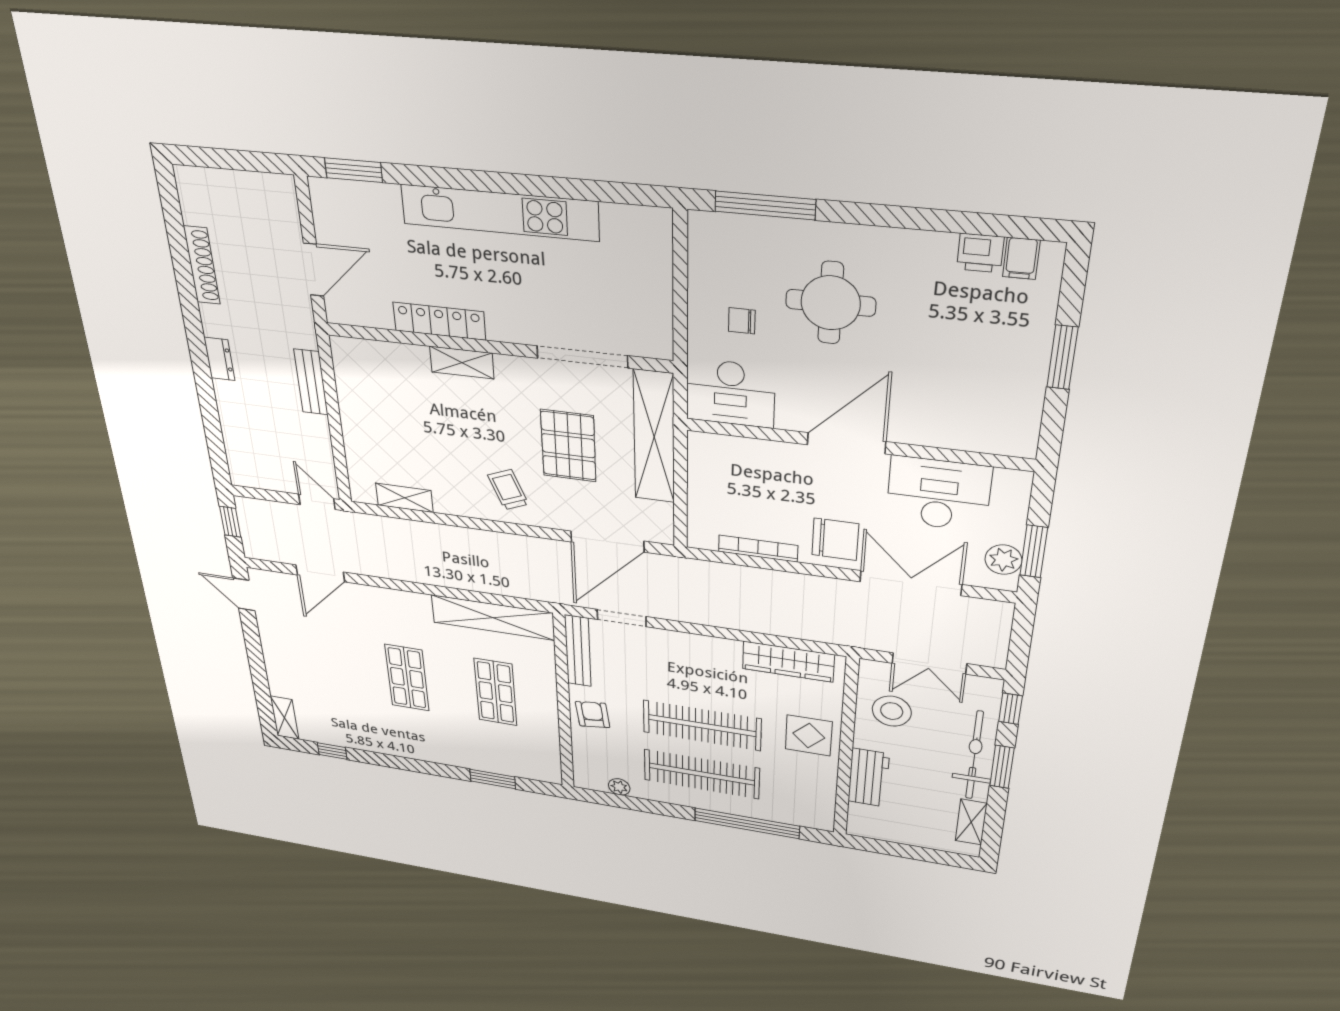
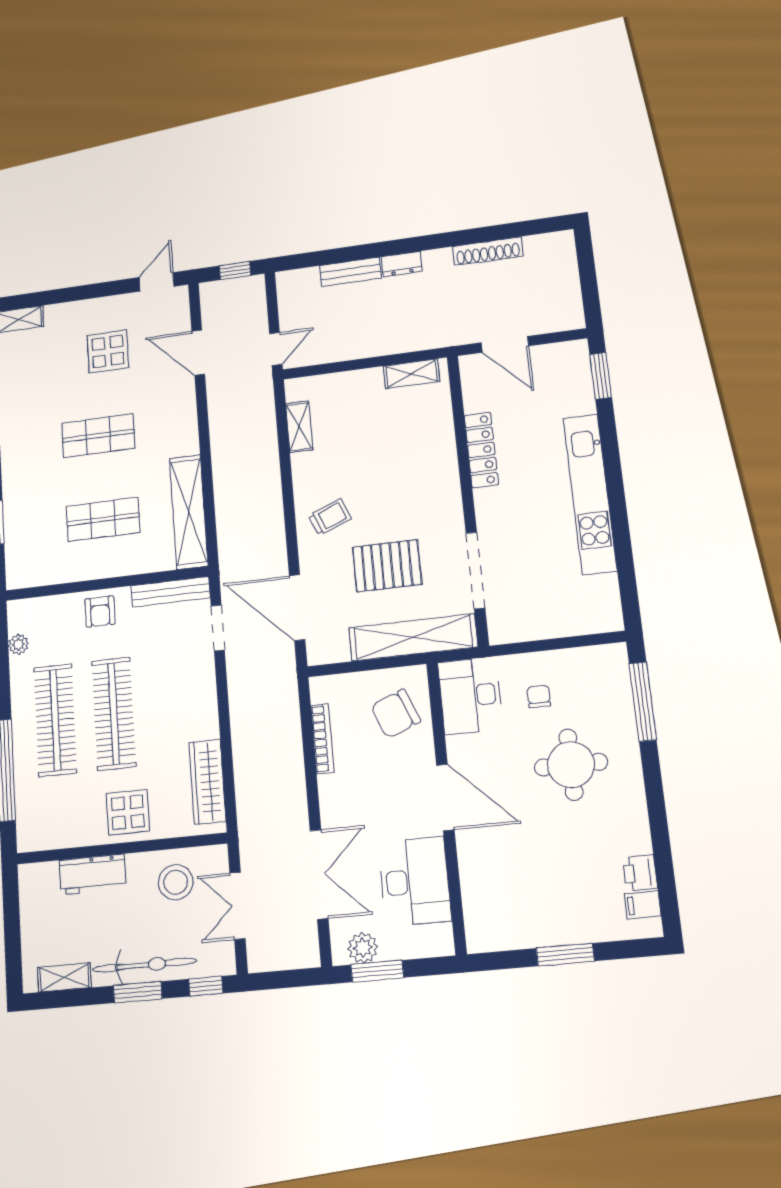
shelving: (462, 363) -> (411, 374), moved, turned 90
bench: (311, 382) -> (350, 272), moved
chair: (835, 539) -> (396, 714), moved, turned 68
display table: (318, 651) -> (108, 351), added
armchair: (593, 715) -> (100, 612), turned 97

